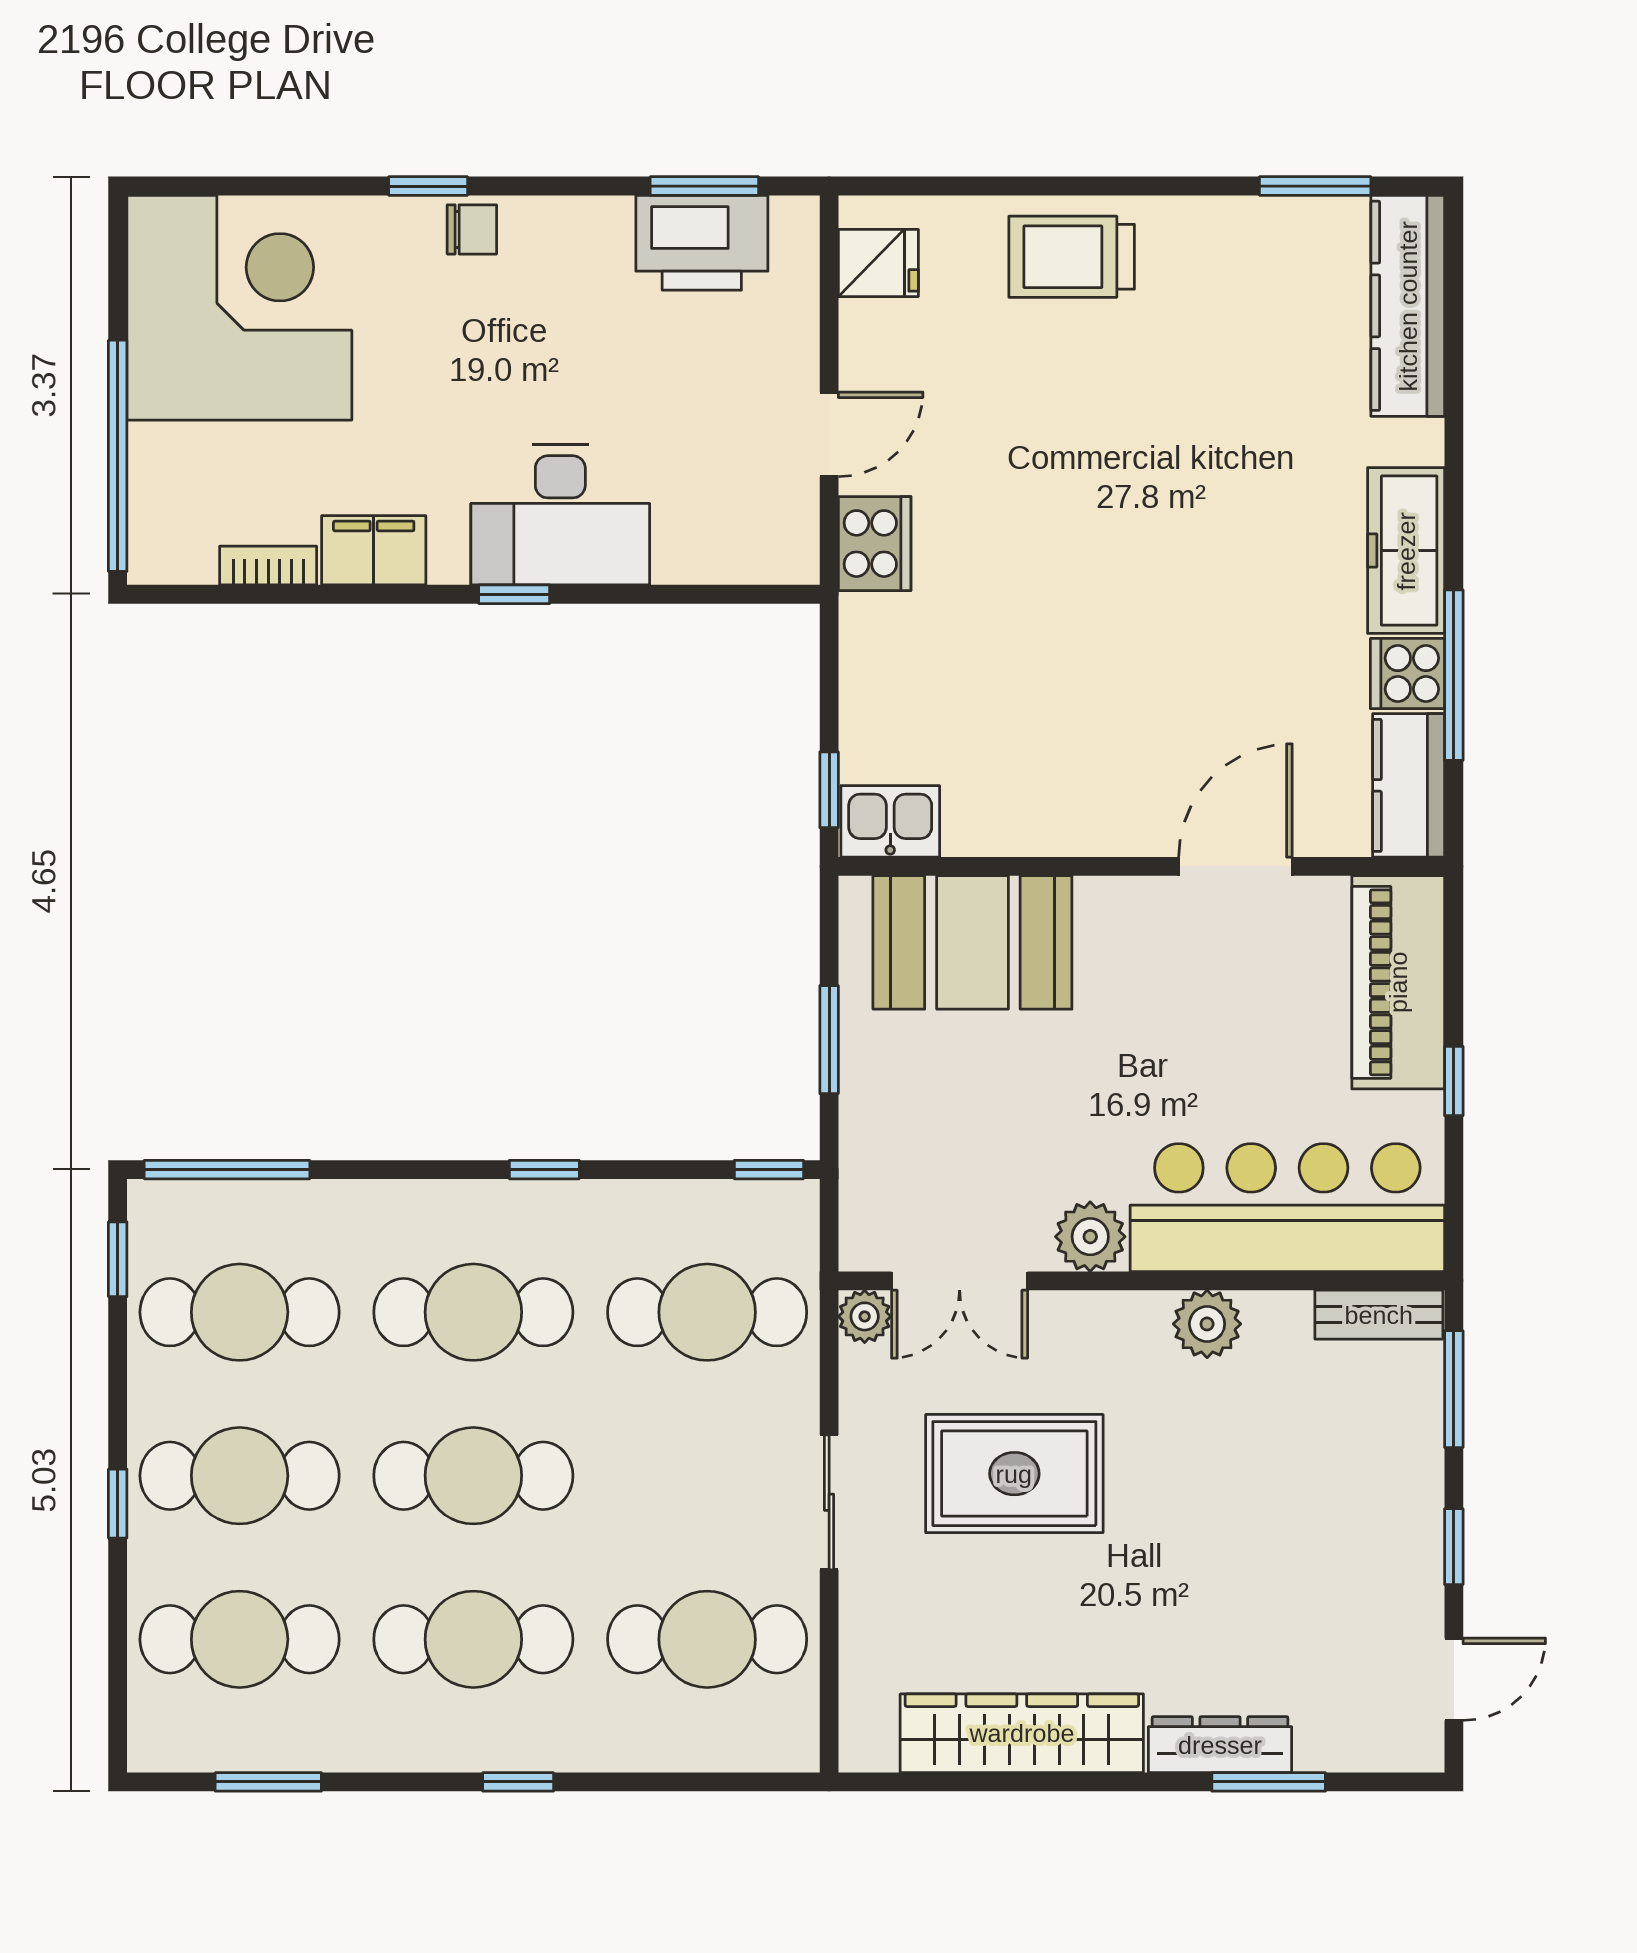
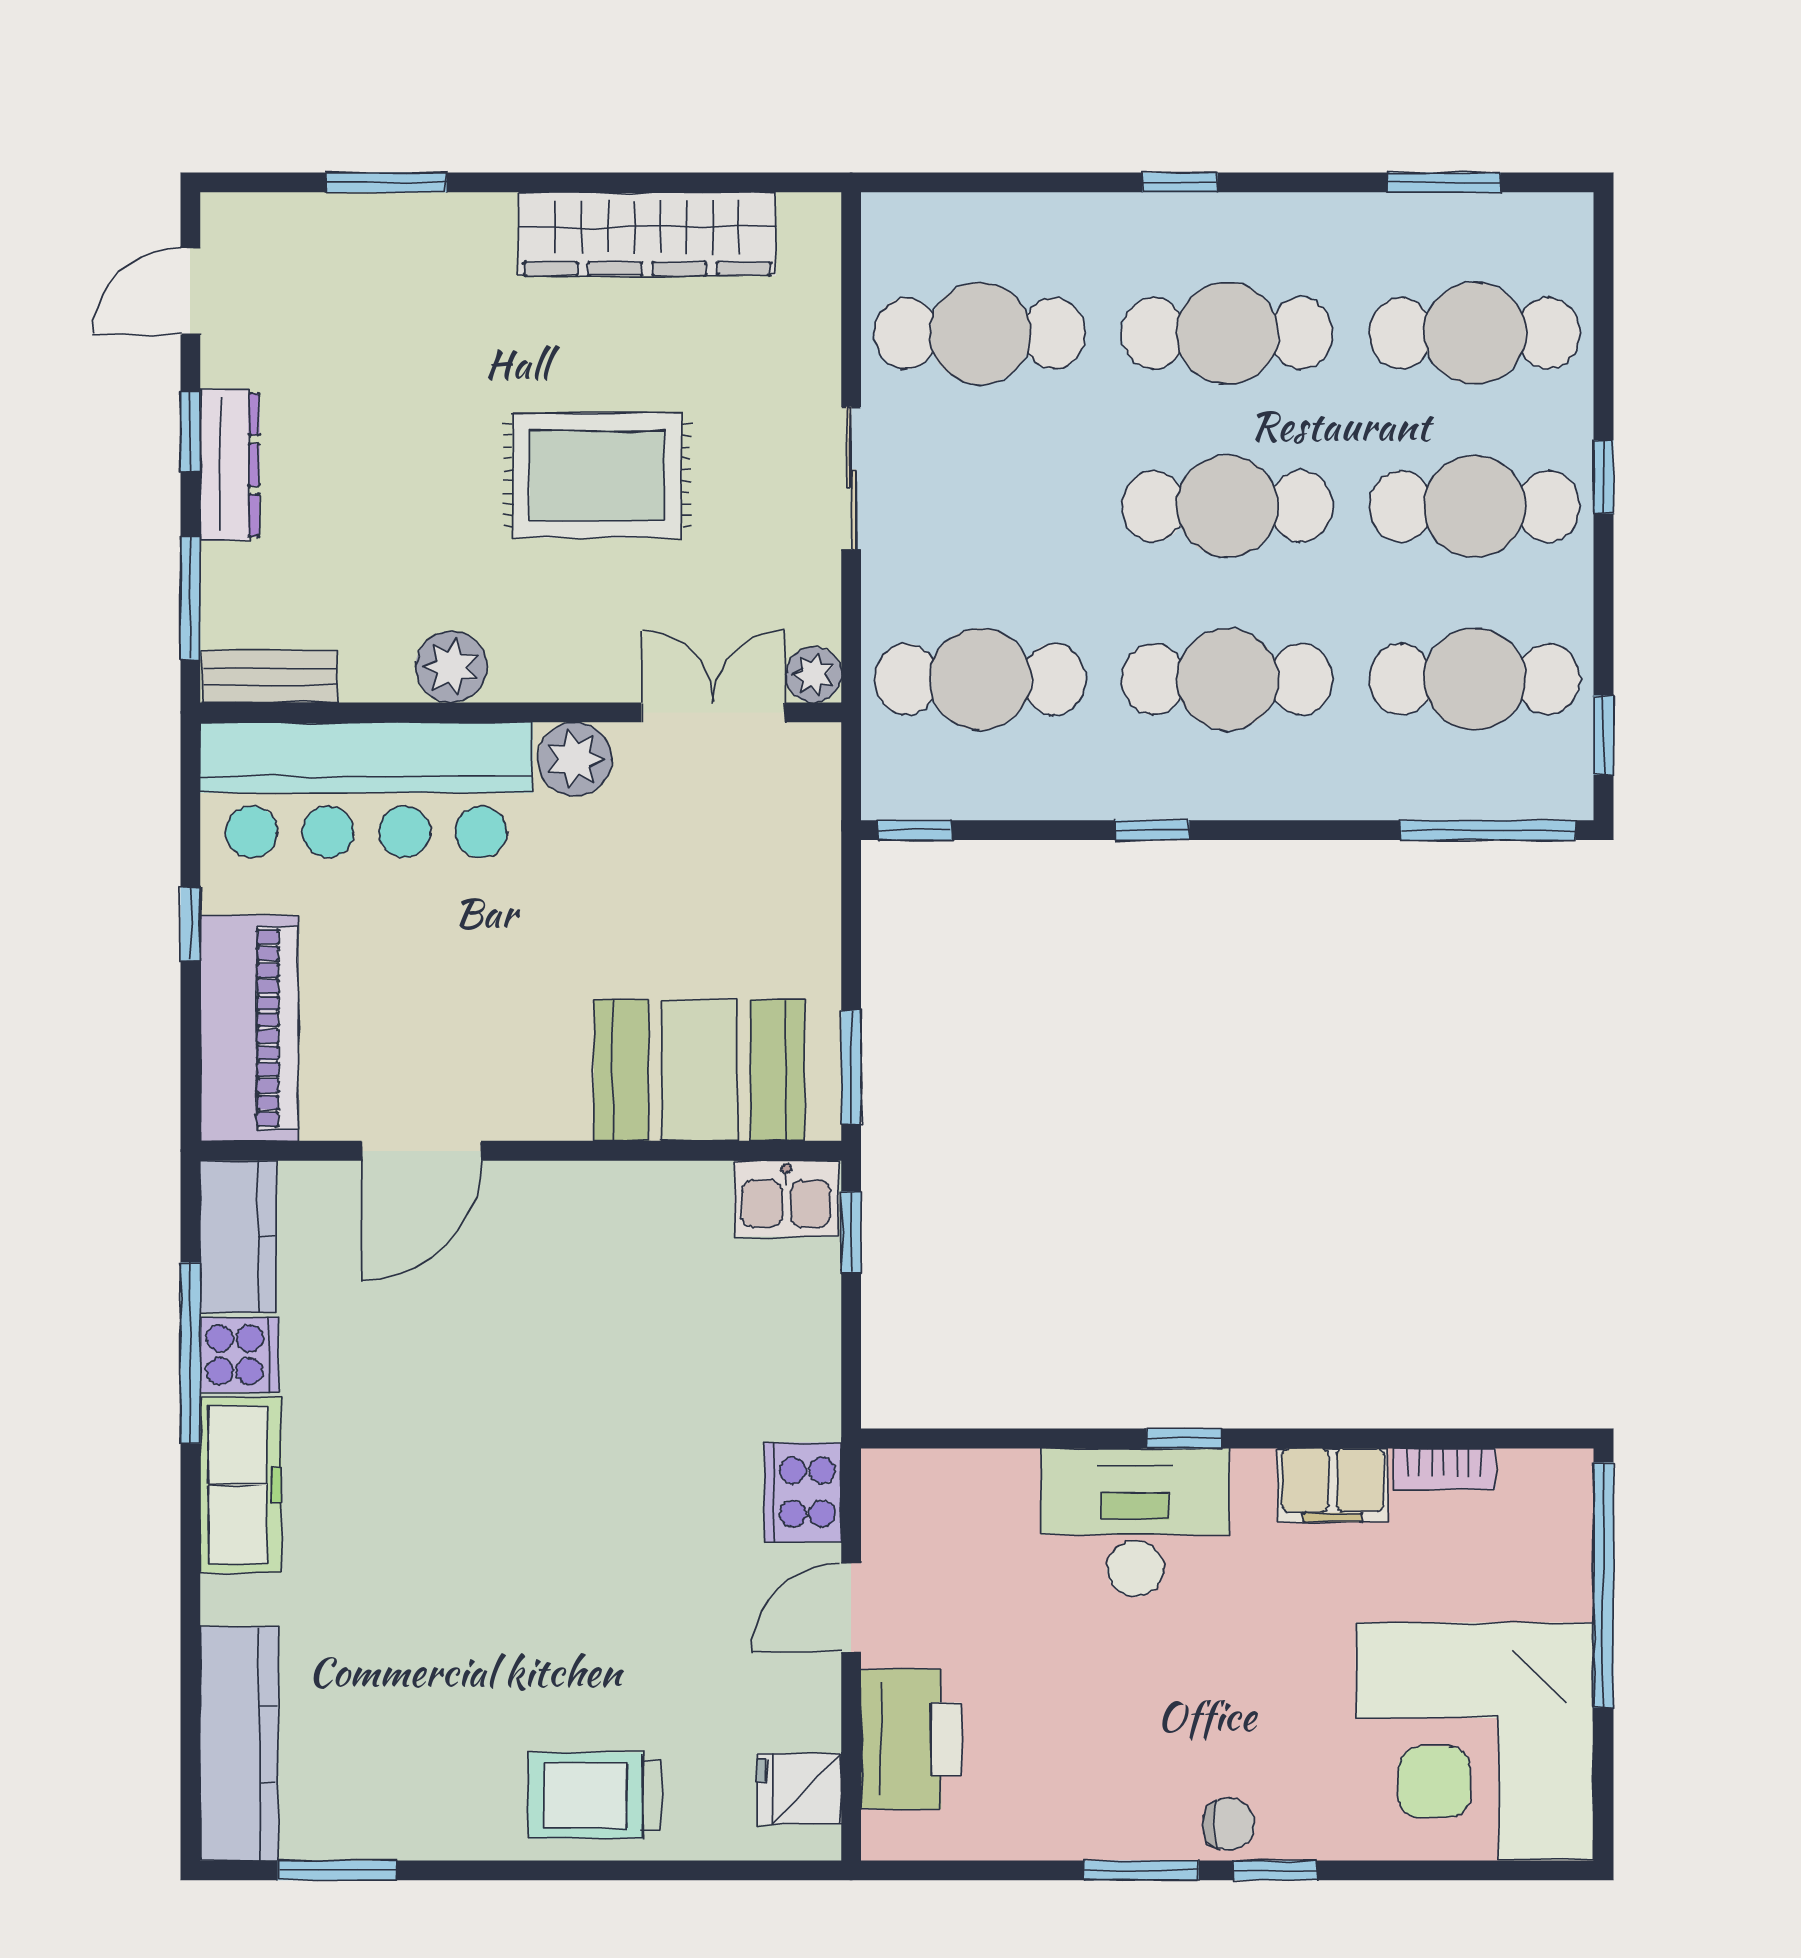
window: (704, 186) -> (1141, 1870), moved
chair: (472, 229) -> (1229, 1824), turned 180
printer: (702, 243) -> (911, 1739), moved, turned 90
trolley: (1072, 257) -> (595, 1796), turned 180
window: (829, 1040) -> (851, 1067), moved
rug: (1014, 1474) -> (597, 475), moved
dresser: (1220, 1745) -> (230, 465), moved, turned -90

